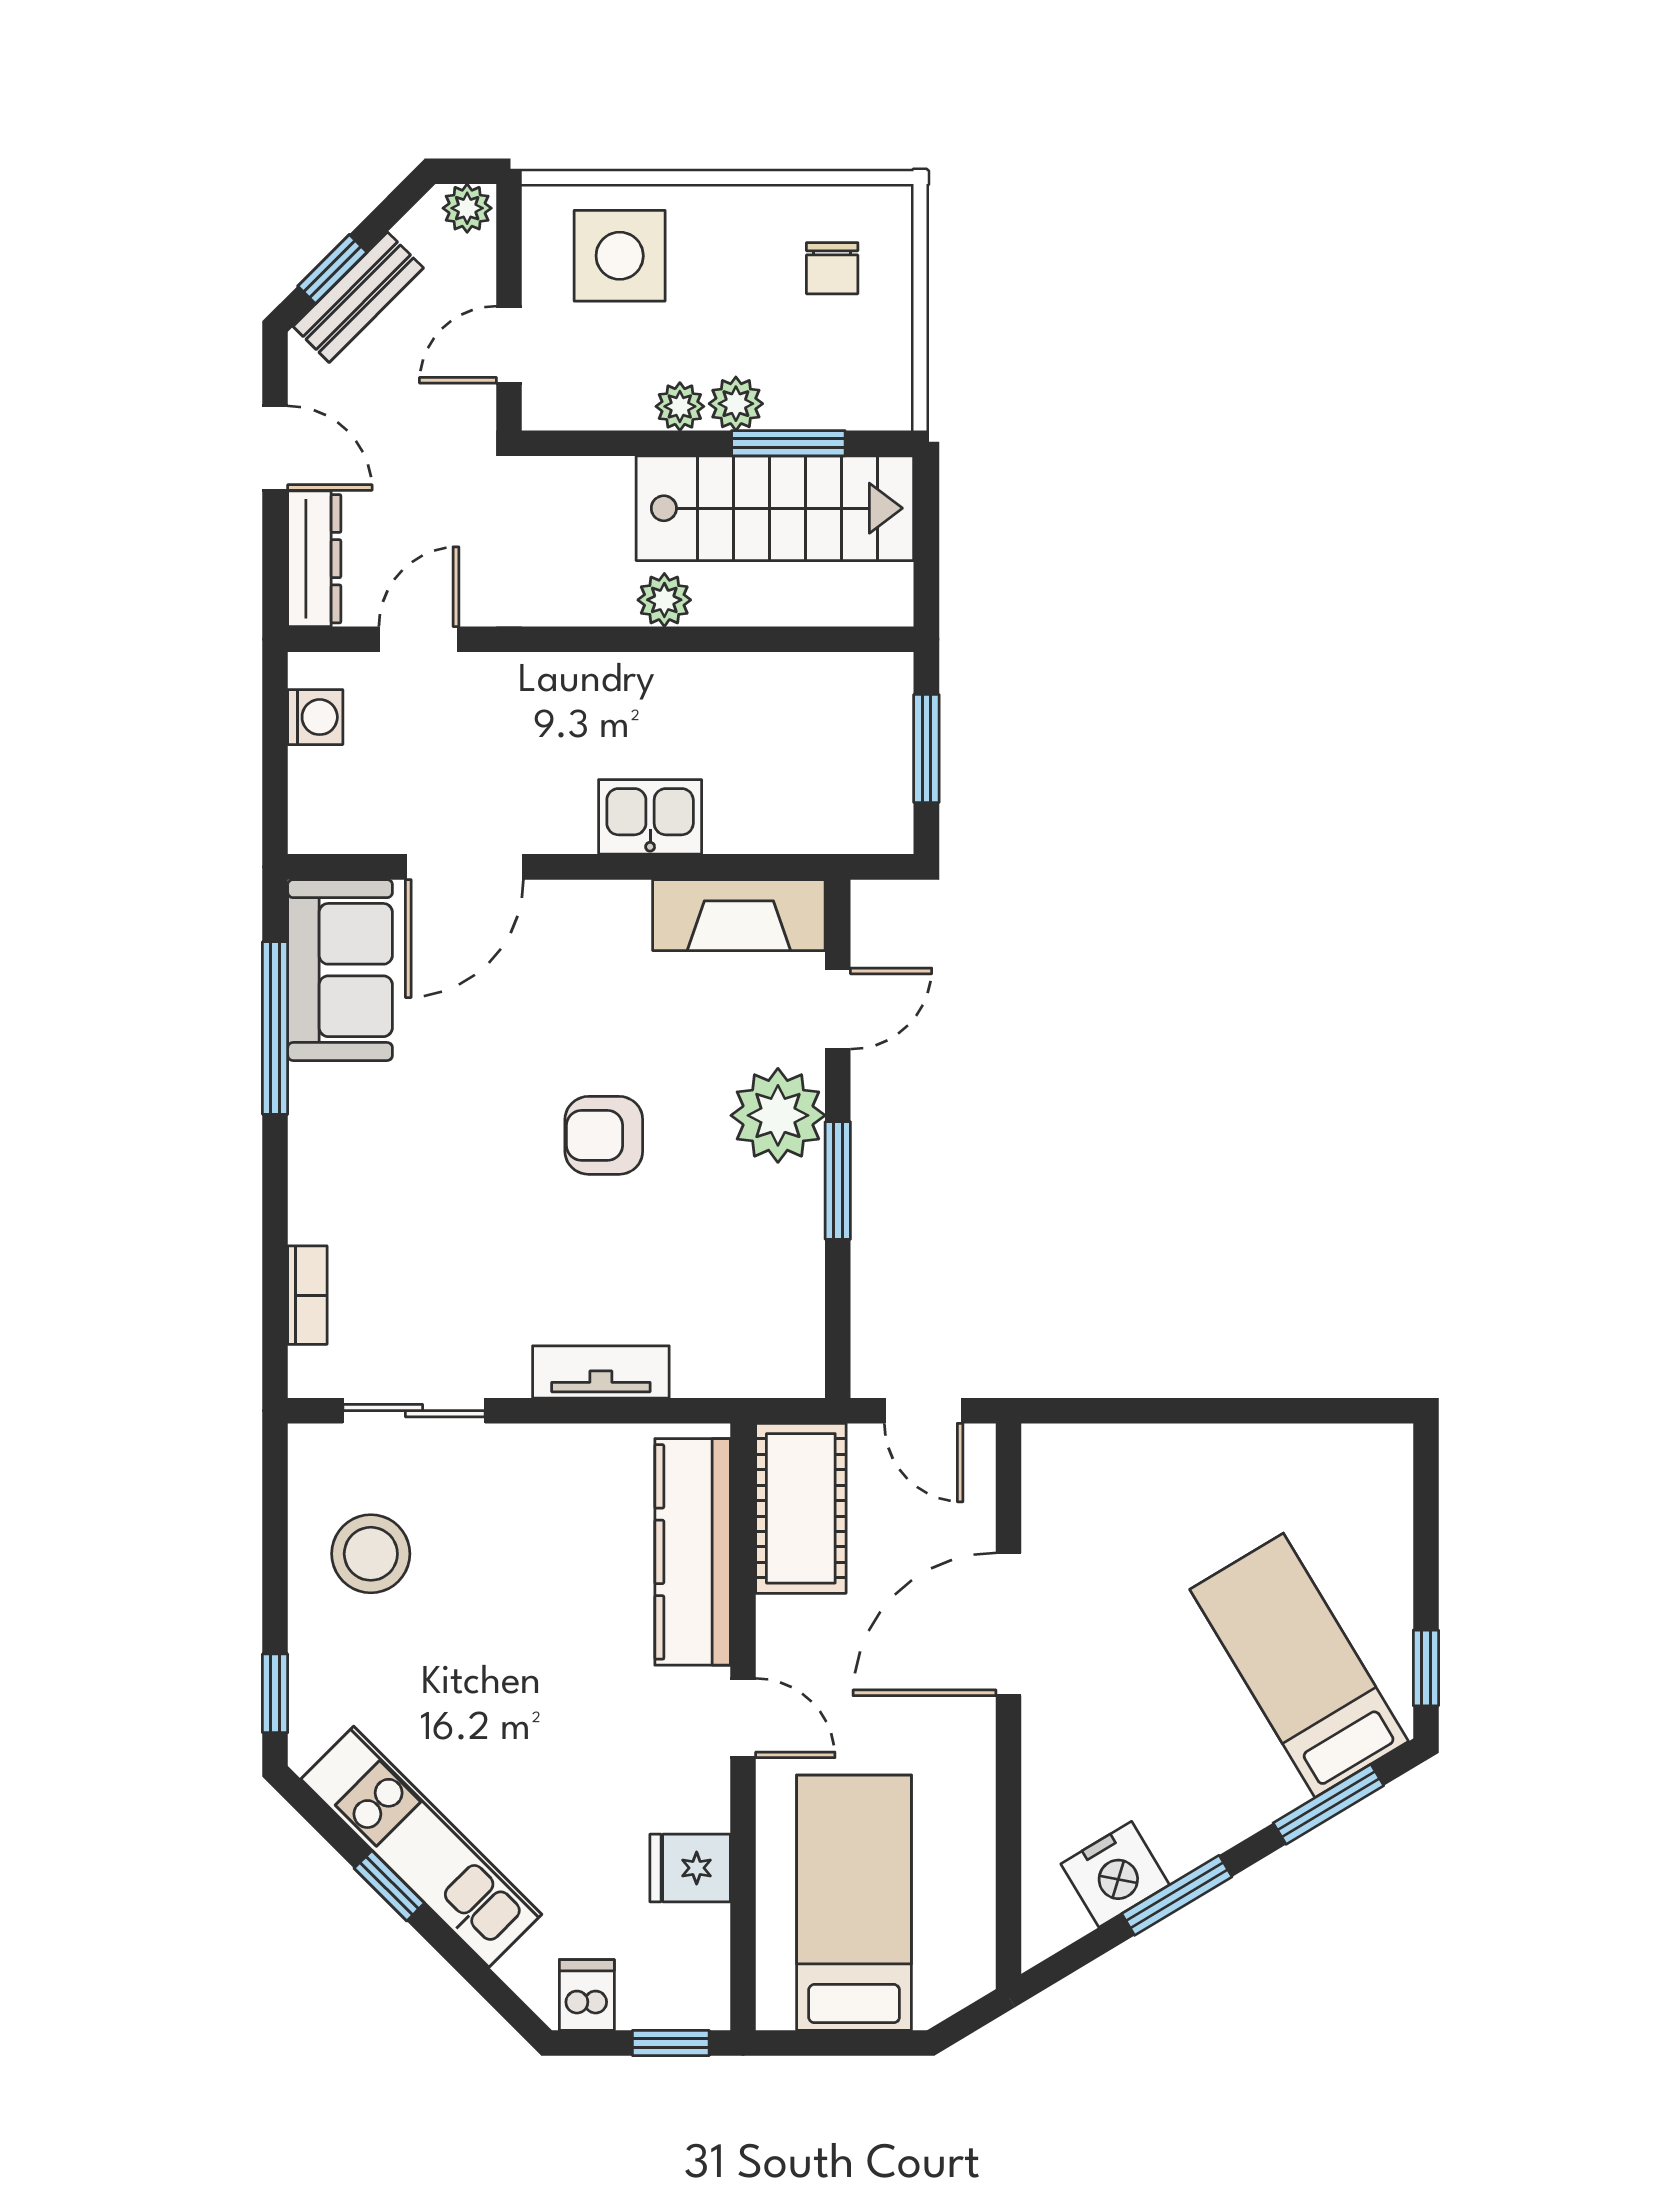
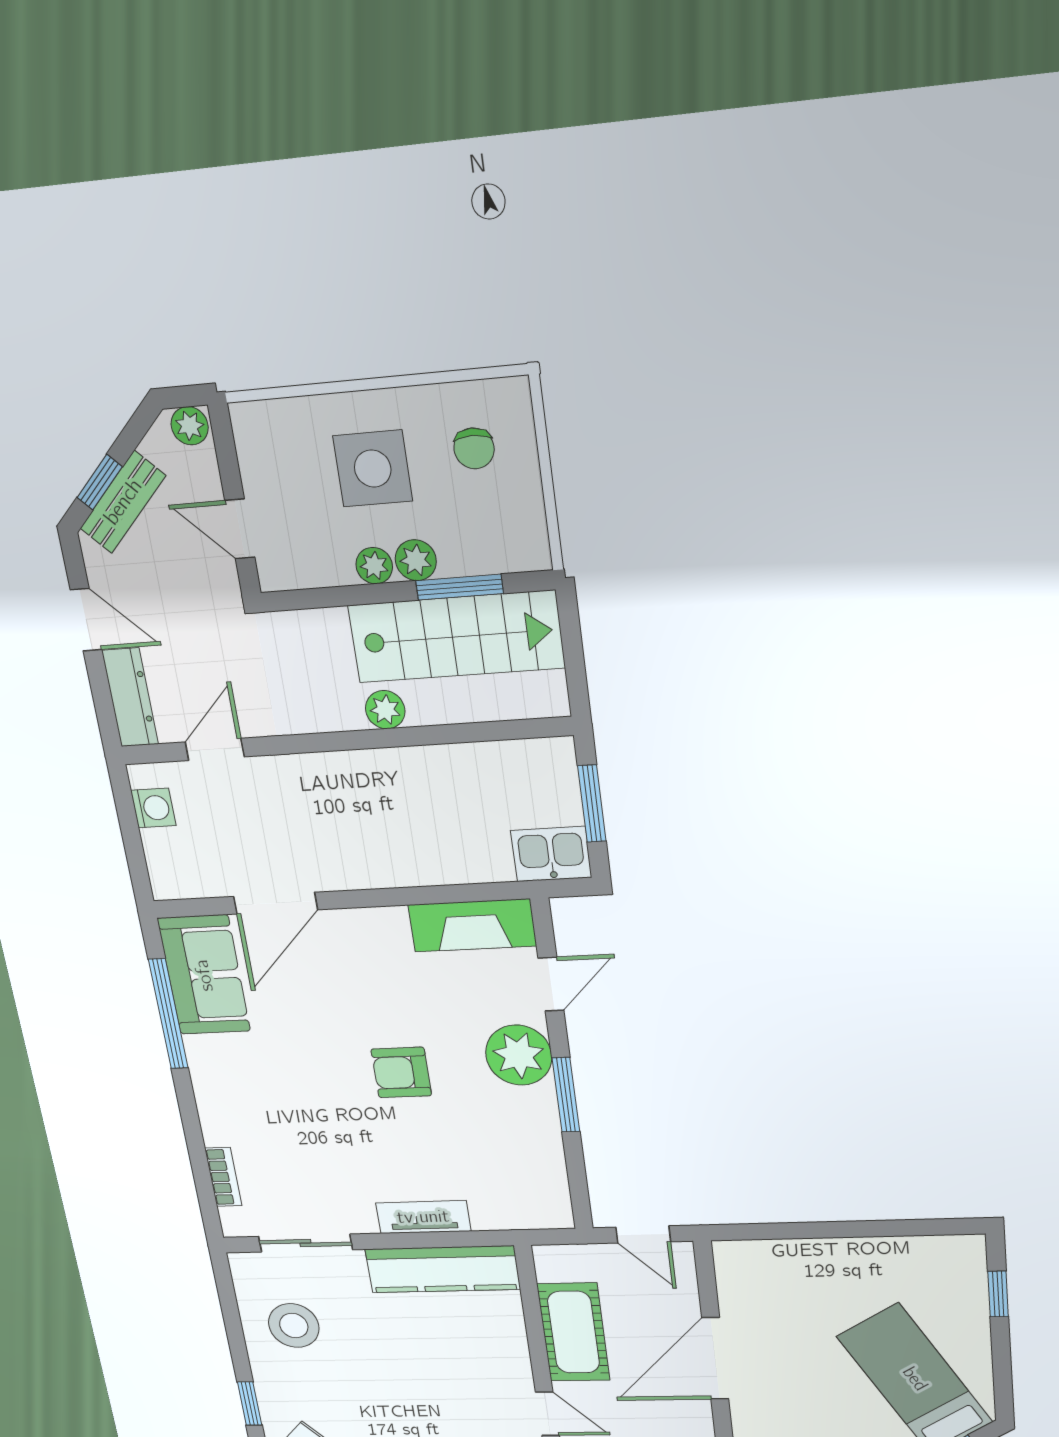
side table: (620, 256) -> (373, 469), moved
door: (509, 345) -> (240, 529), hinge flipped
kitchen sink: (650, 817) -> (551, 854), moved
cot: (801, 1508) -> (573, 1332), moved
kitchen counter: (693, 1552) -> (443, 1269), moved, turned -90
window: (1426, 1668) -> (998, 1294), moved

